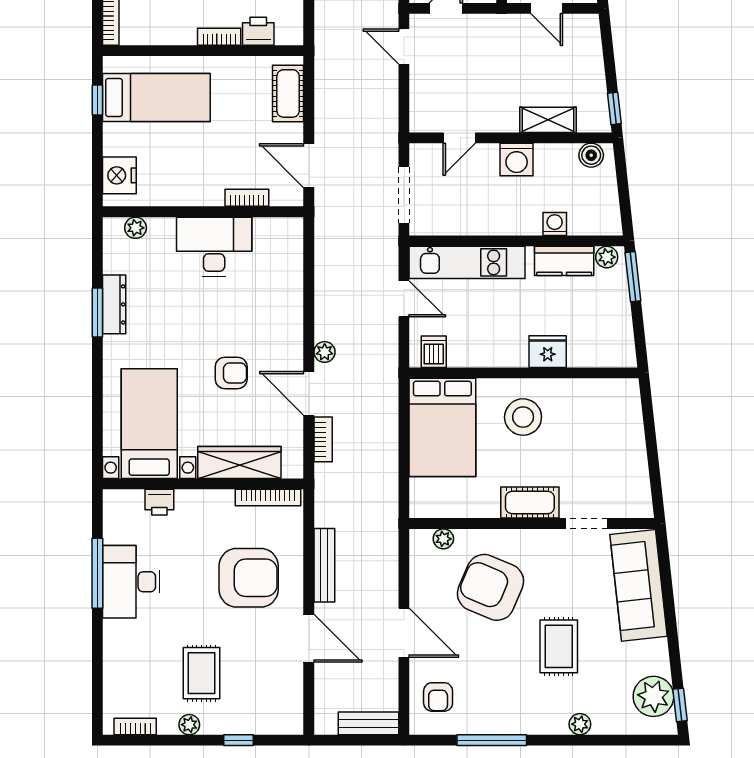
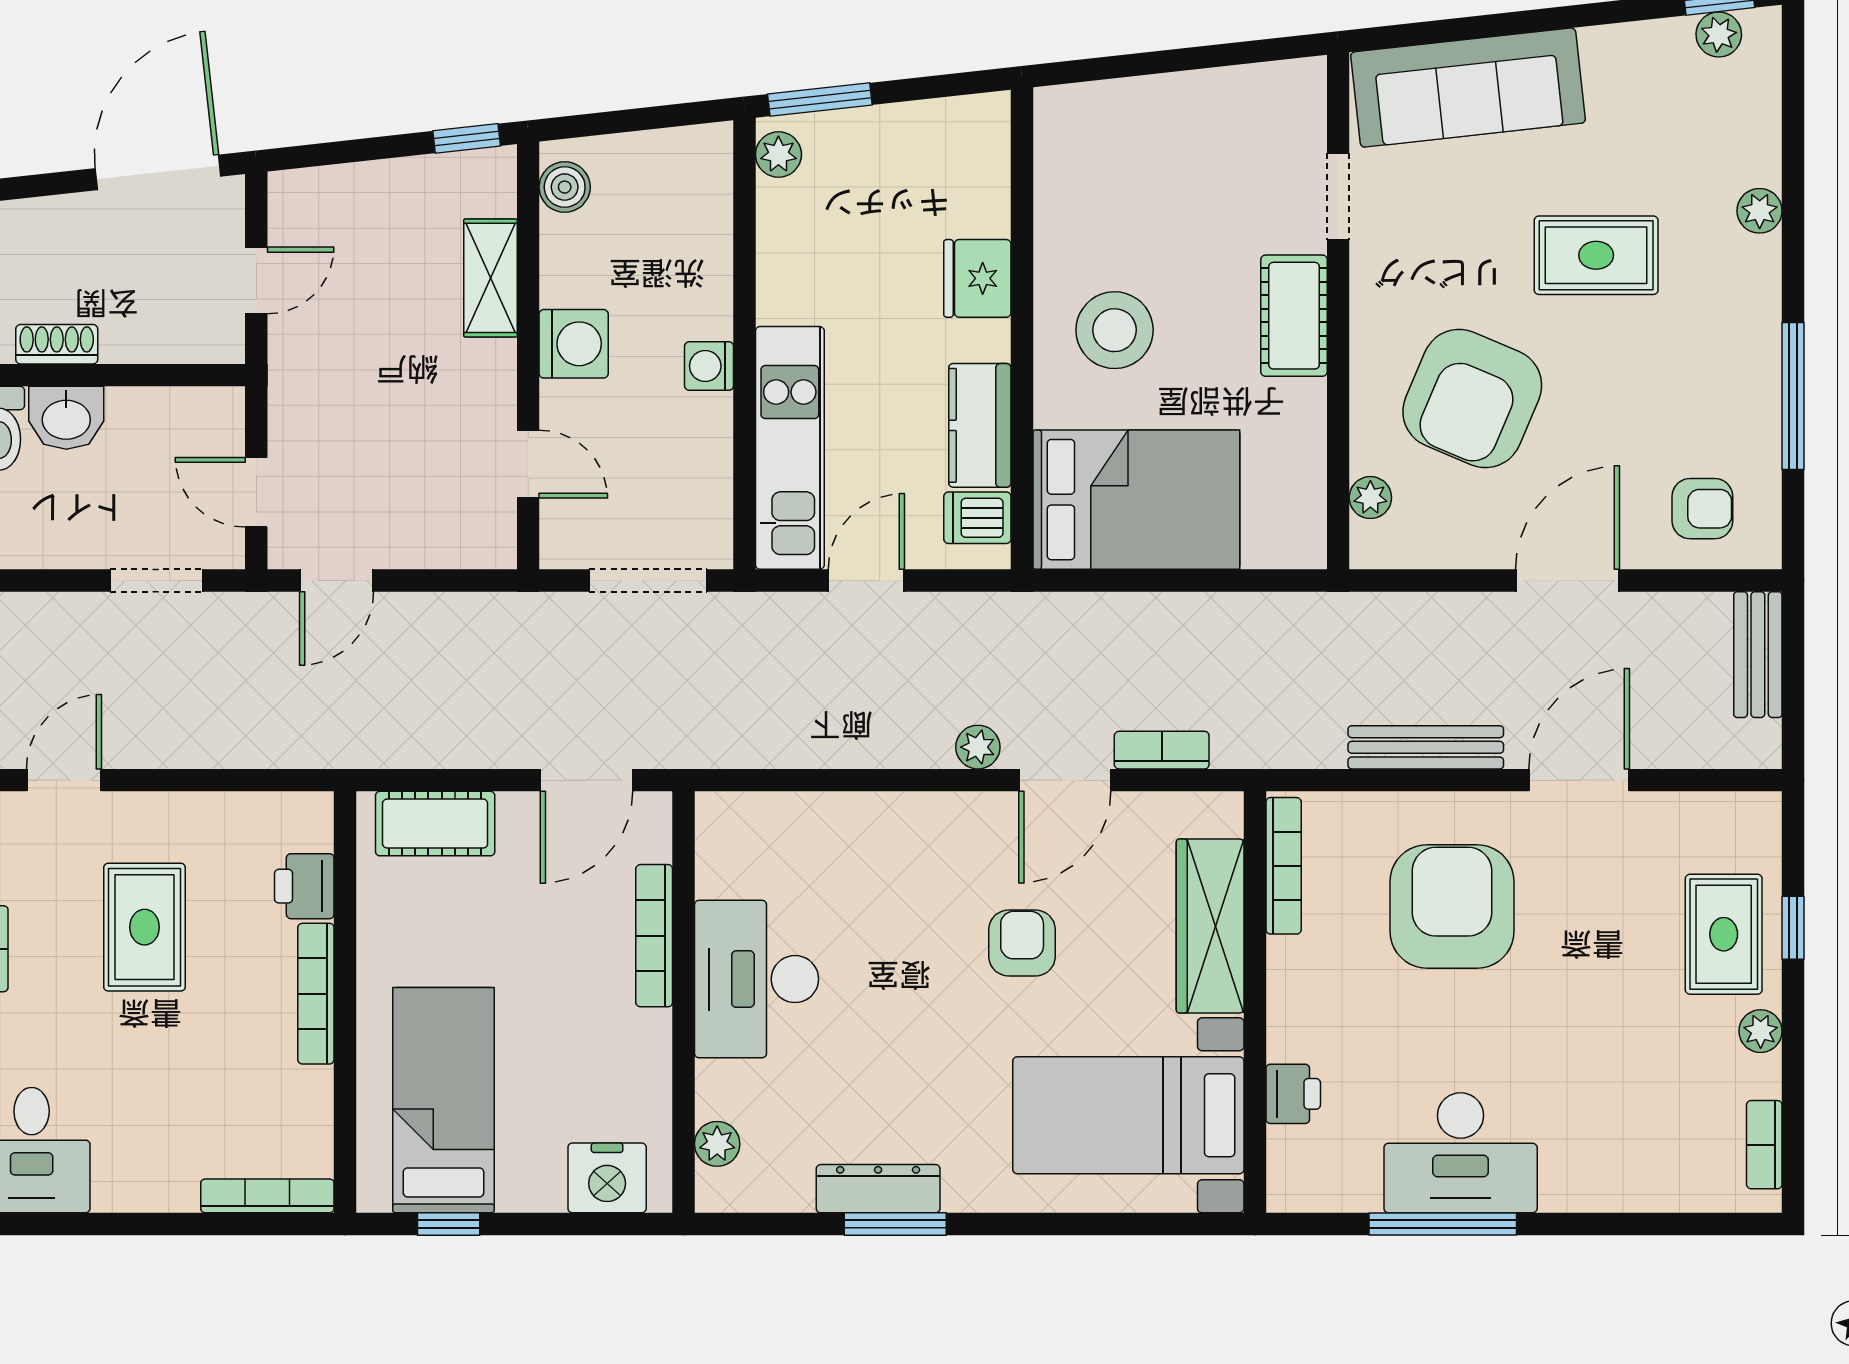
bookcase: (219, 37) -> (316, 994), width x1.56
bookcase: (247, 198) -> (654, 936), width x1.56
washing machine: (555, 224) -> (709, 366), moved
kitchen counter: (564, 261) -> (980, 425), moved, turned 180
rug: (201, 673) -> (1724, 934), moved, turned 90
plant: (653, 696) -> (1719, 34), width x0.53, depth x0.53

